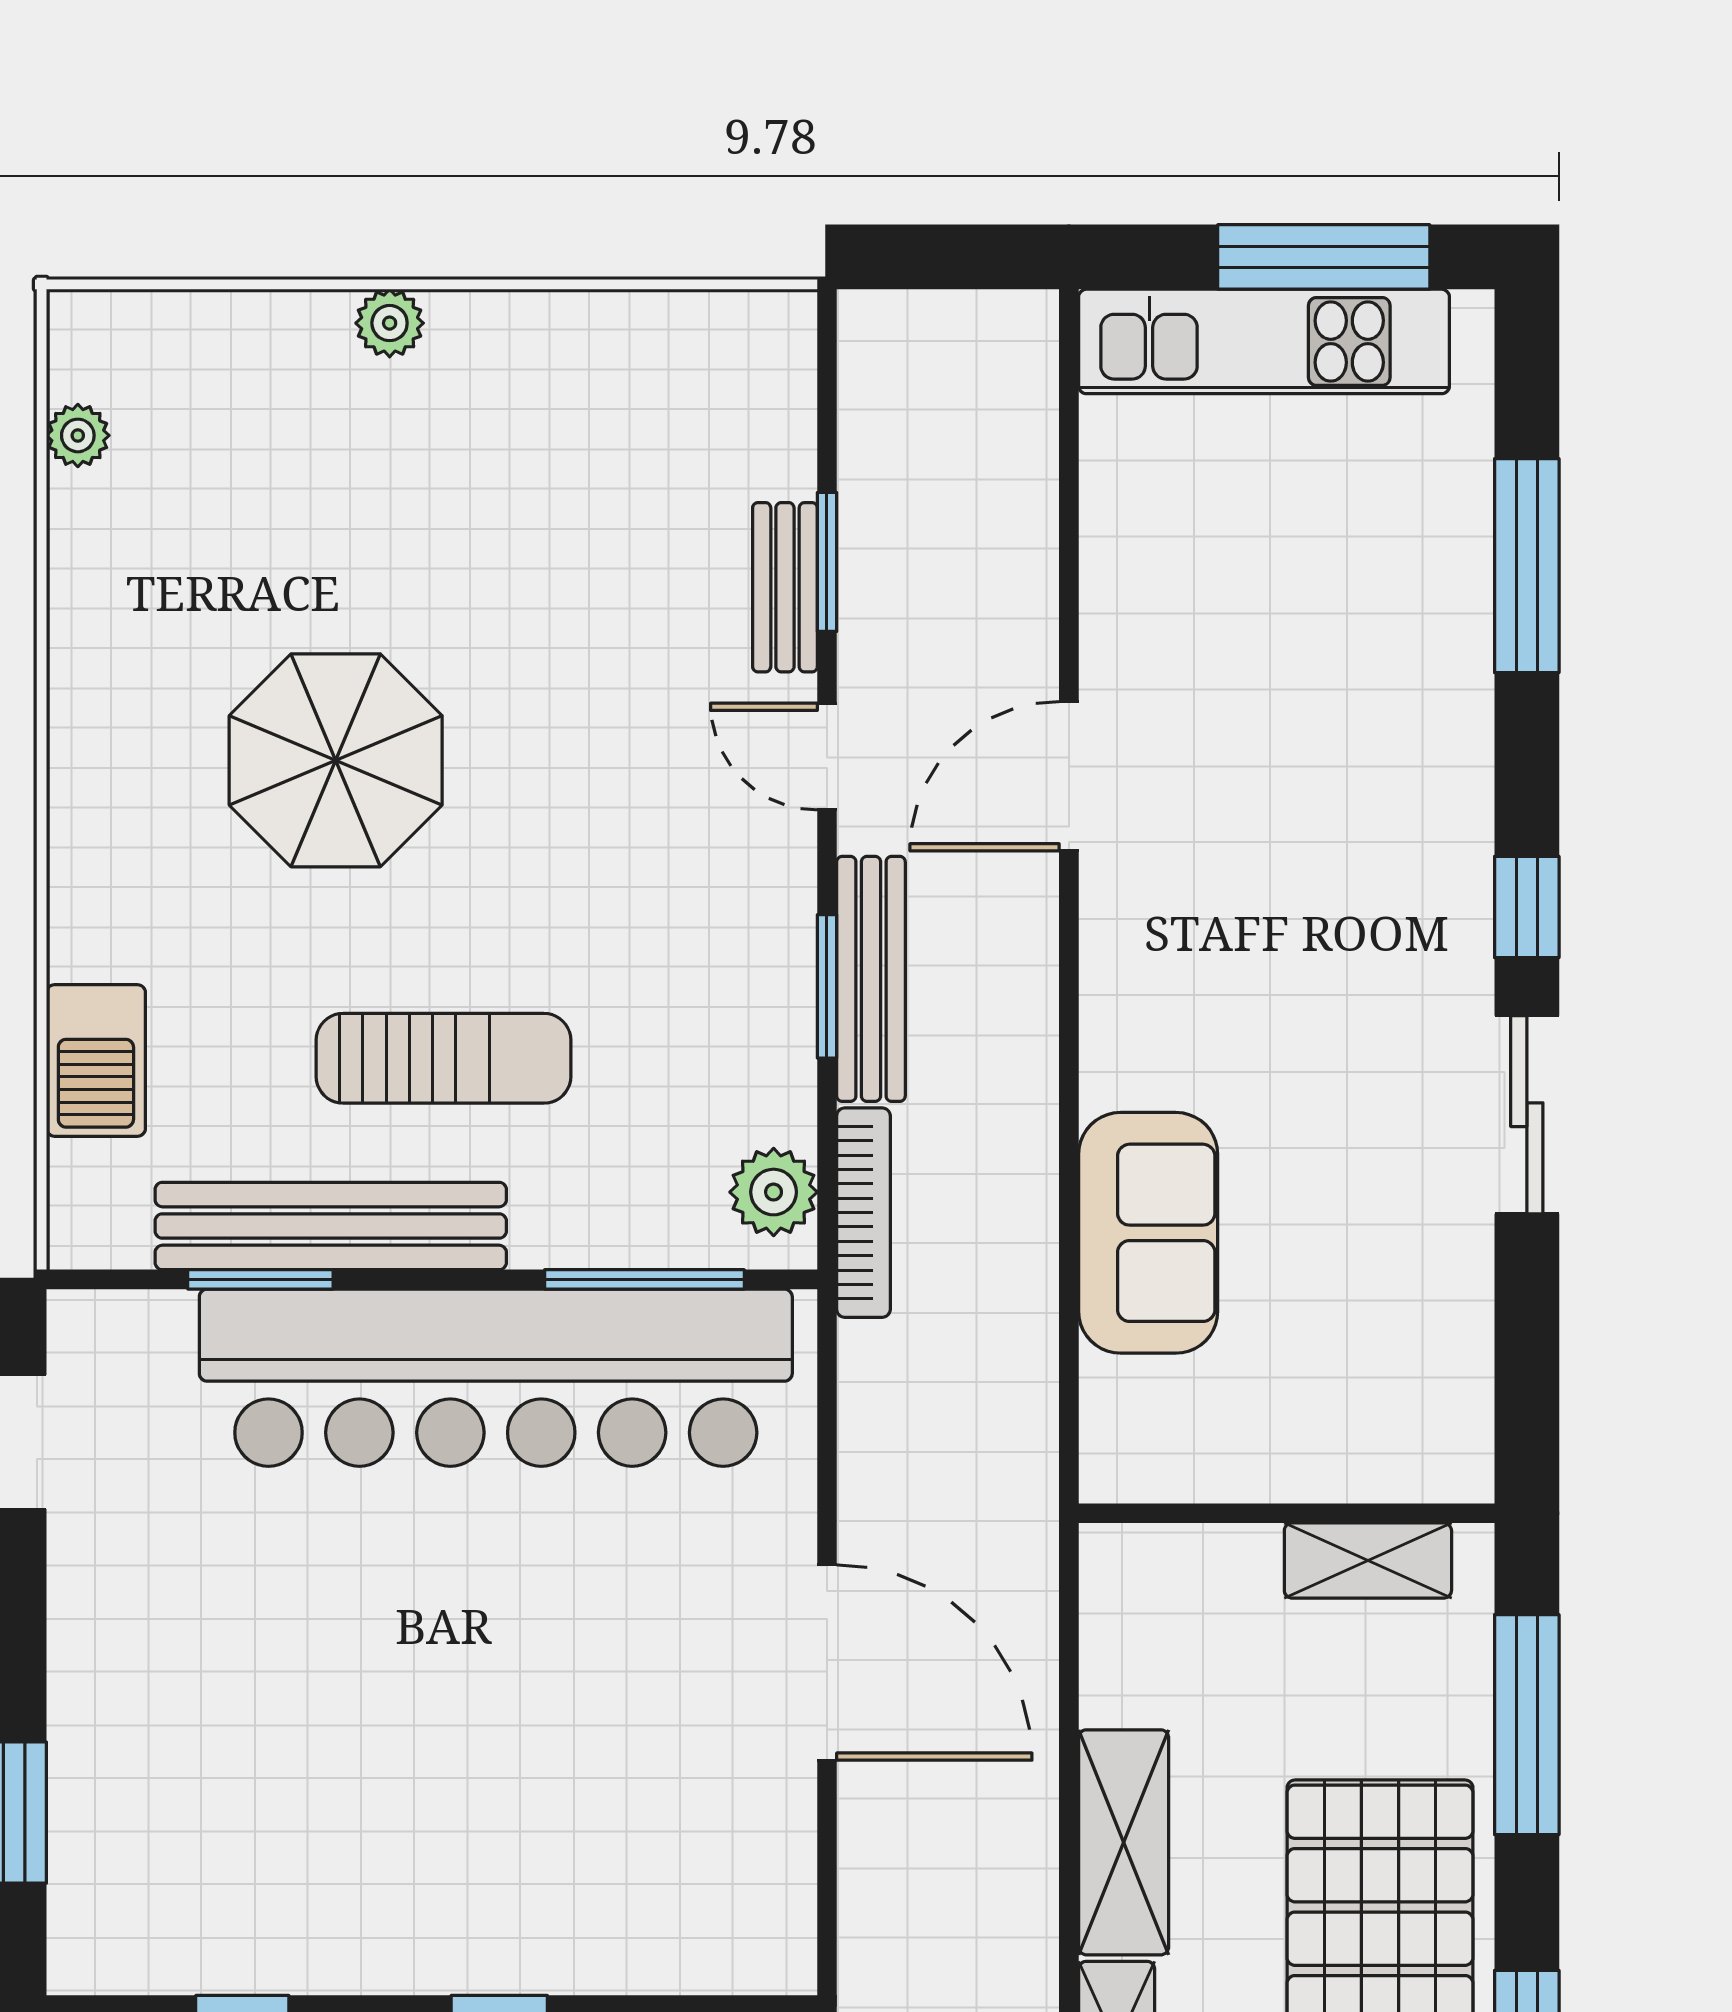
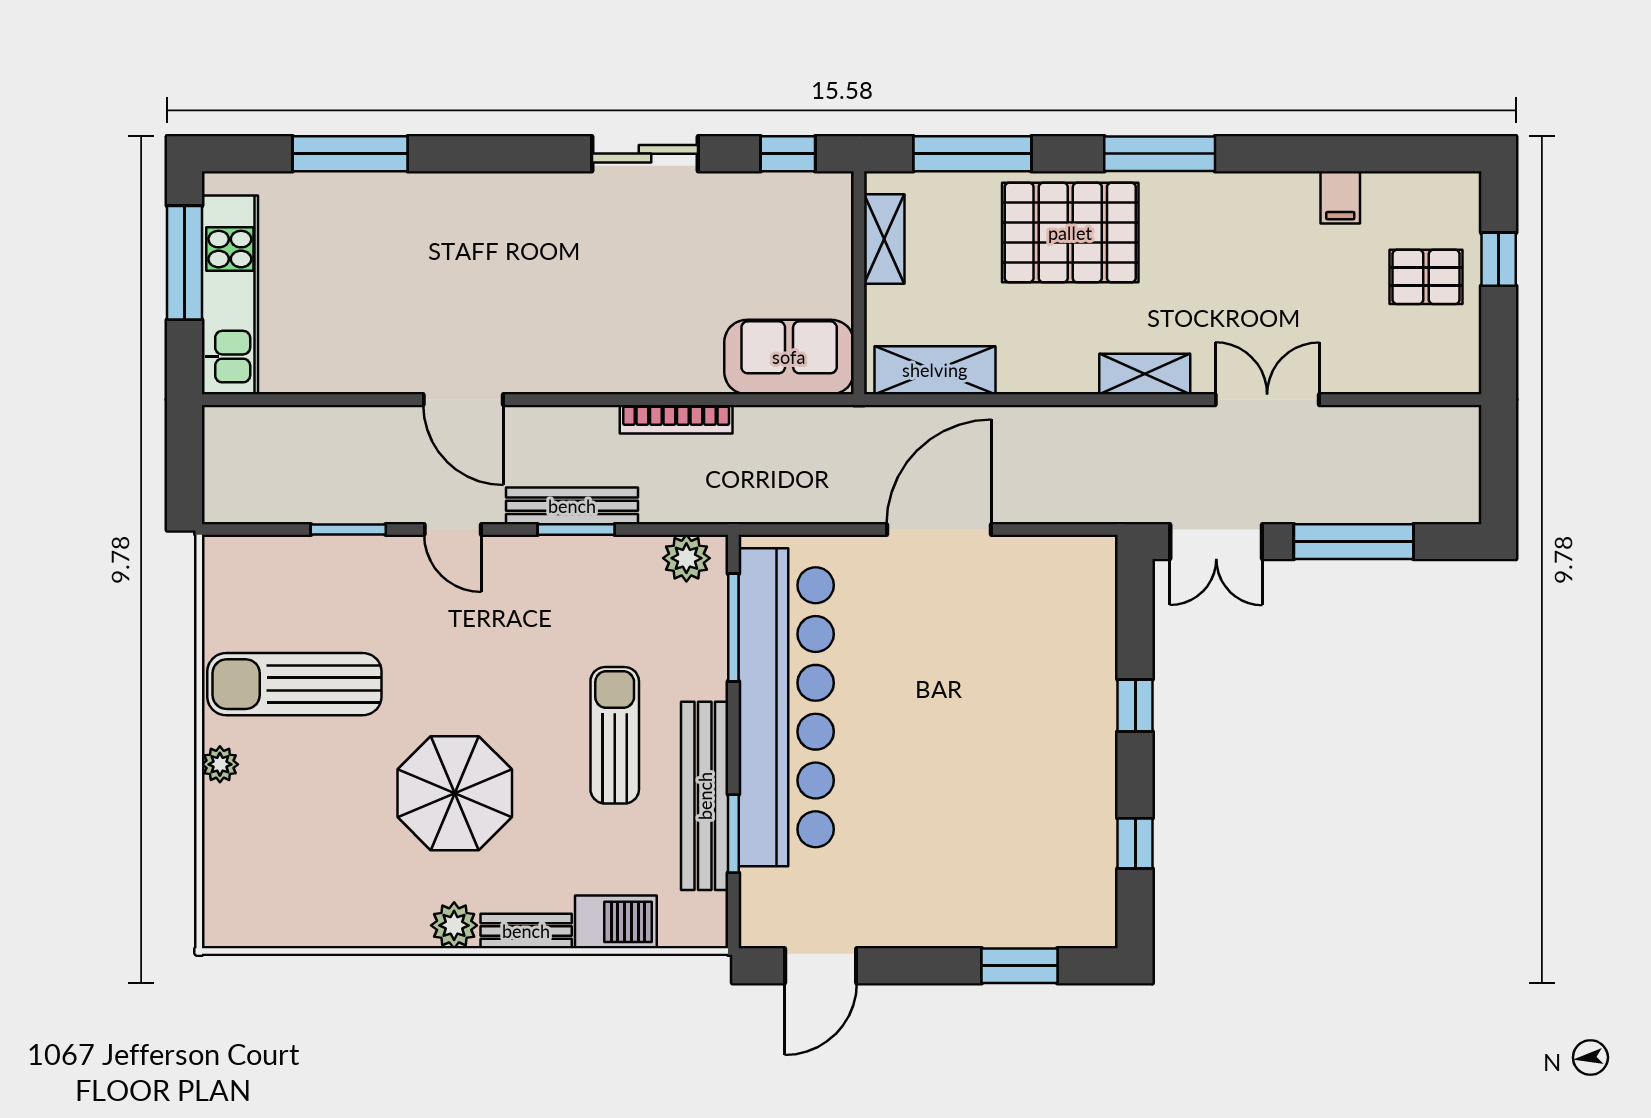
plant: (78, 435) -> (454, 925), moved, width x1.38, depth x1.38
sun lounger: (539, 462) -> (294, 684), added
bench: (785, 587) -> (526, 931), moved
door: (827, 757) -> (453, 529), hinge flipped
window: (1527, 907) -> (788, 154), moved
bookcase: (863, 1213) -> (676, 419), moved, turned 180
sofa: (1148, 1233) -> (789, 357), moved
shelving: (1124, 1842) -> (935, 370), moved

